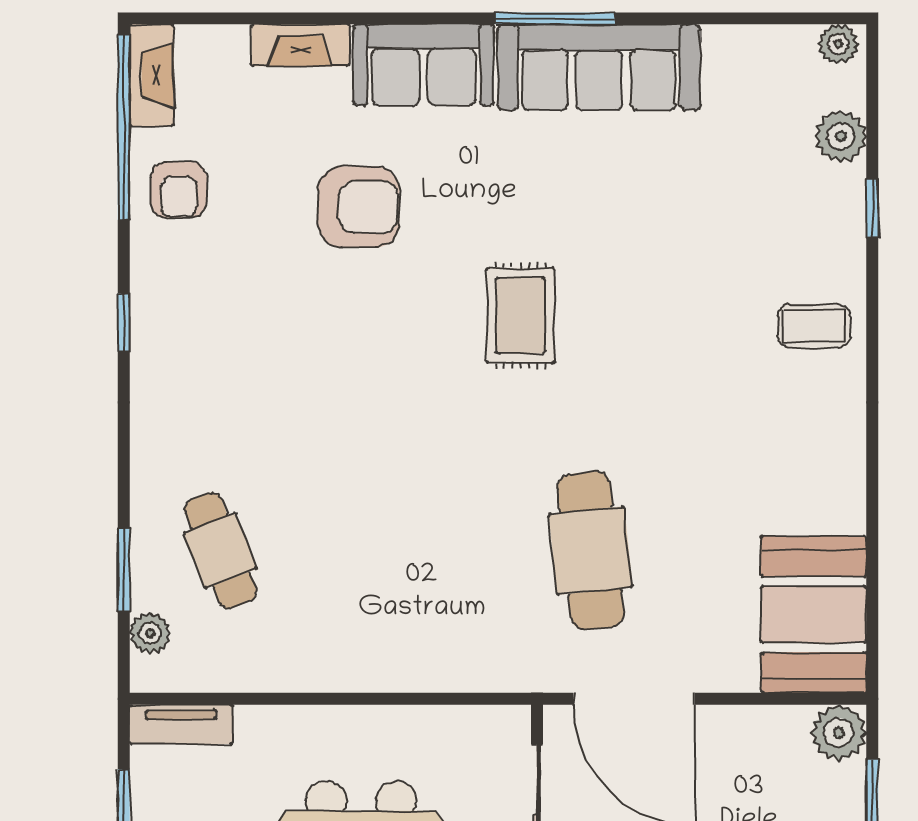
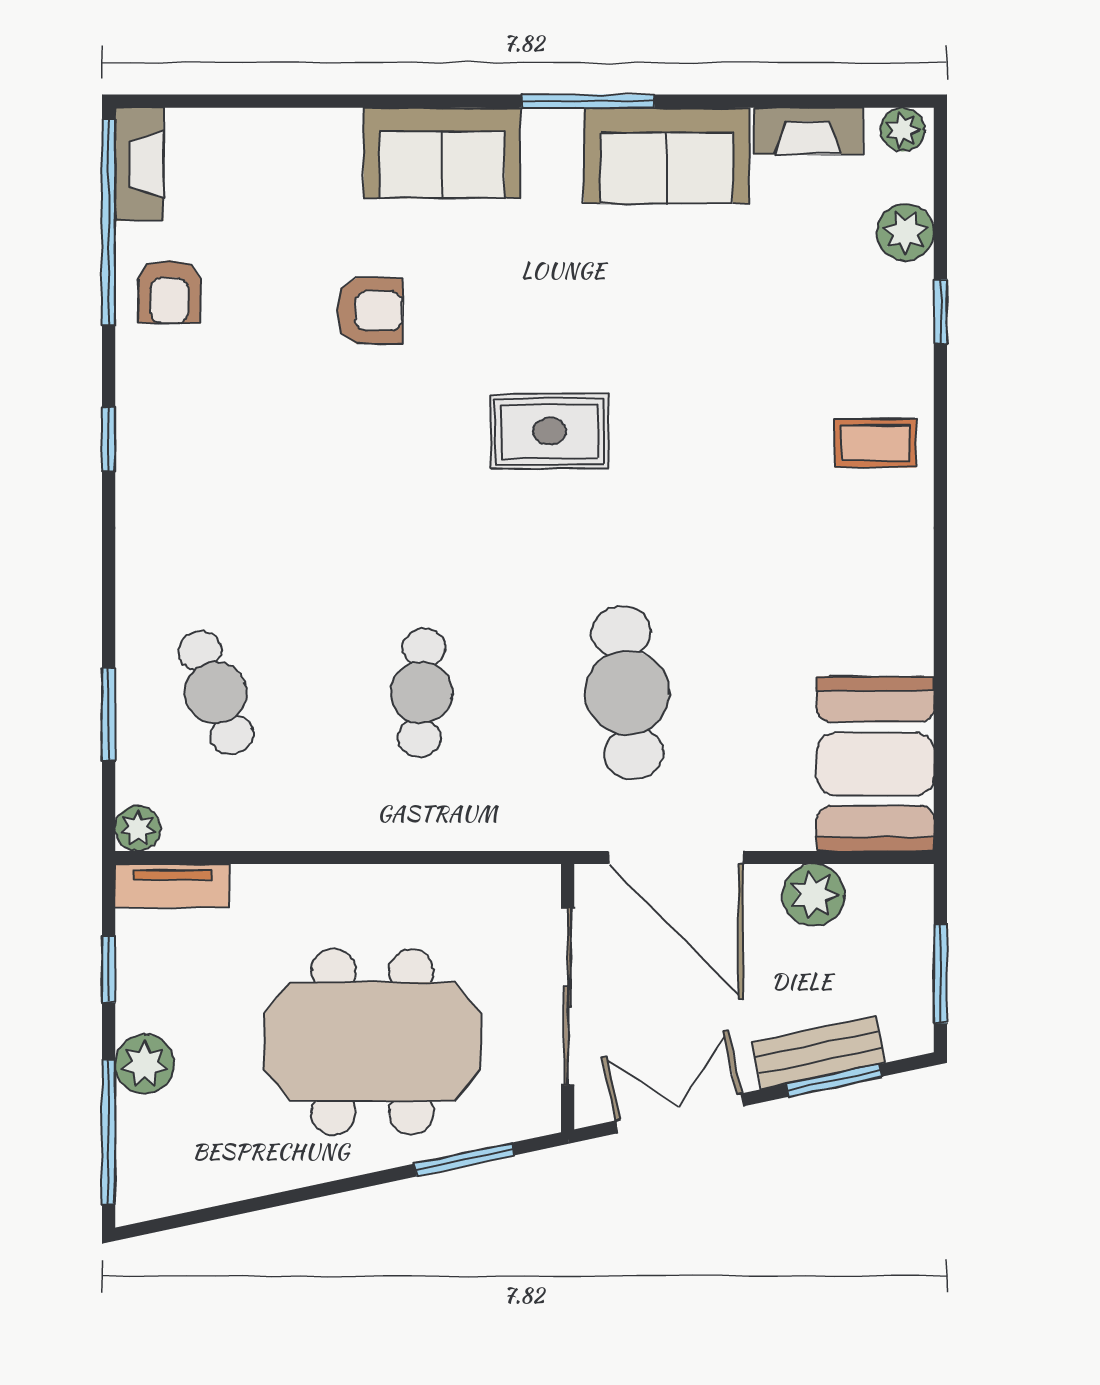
fireplace: (300, 45) -> (808, 131), moved
sofa: (599, 67) -> (667, 156), width x0.73
armchair: (359, 207) -> (370, 311), width x0.72, depth x0.72
rug: (521, 315) -> (550, 431), turned 90
cafe table: (405, 551) -> (422, 693), added
plant: (150, 633) -> (138, 828), moved
plant: (839, 733) -> (814, 895), moved

